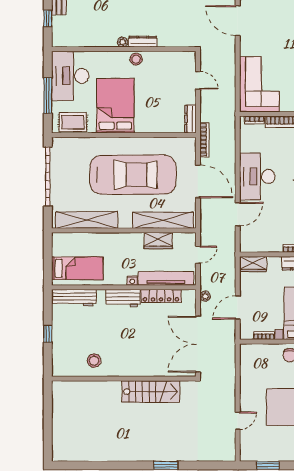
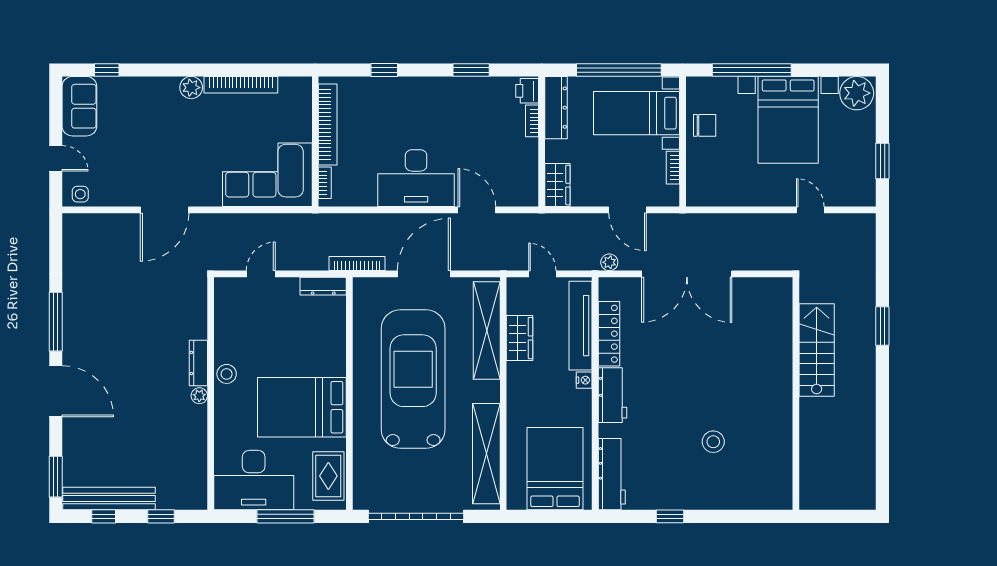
bed: (77, 268) -> (555, 469), width x1.50
wall: (124, 379) -> (796, 394), moved
stairs: (151, 392) -> (817, 350), moved

